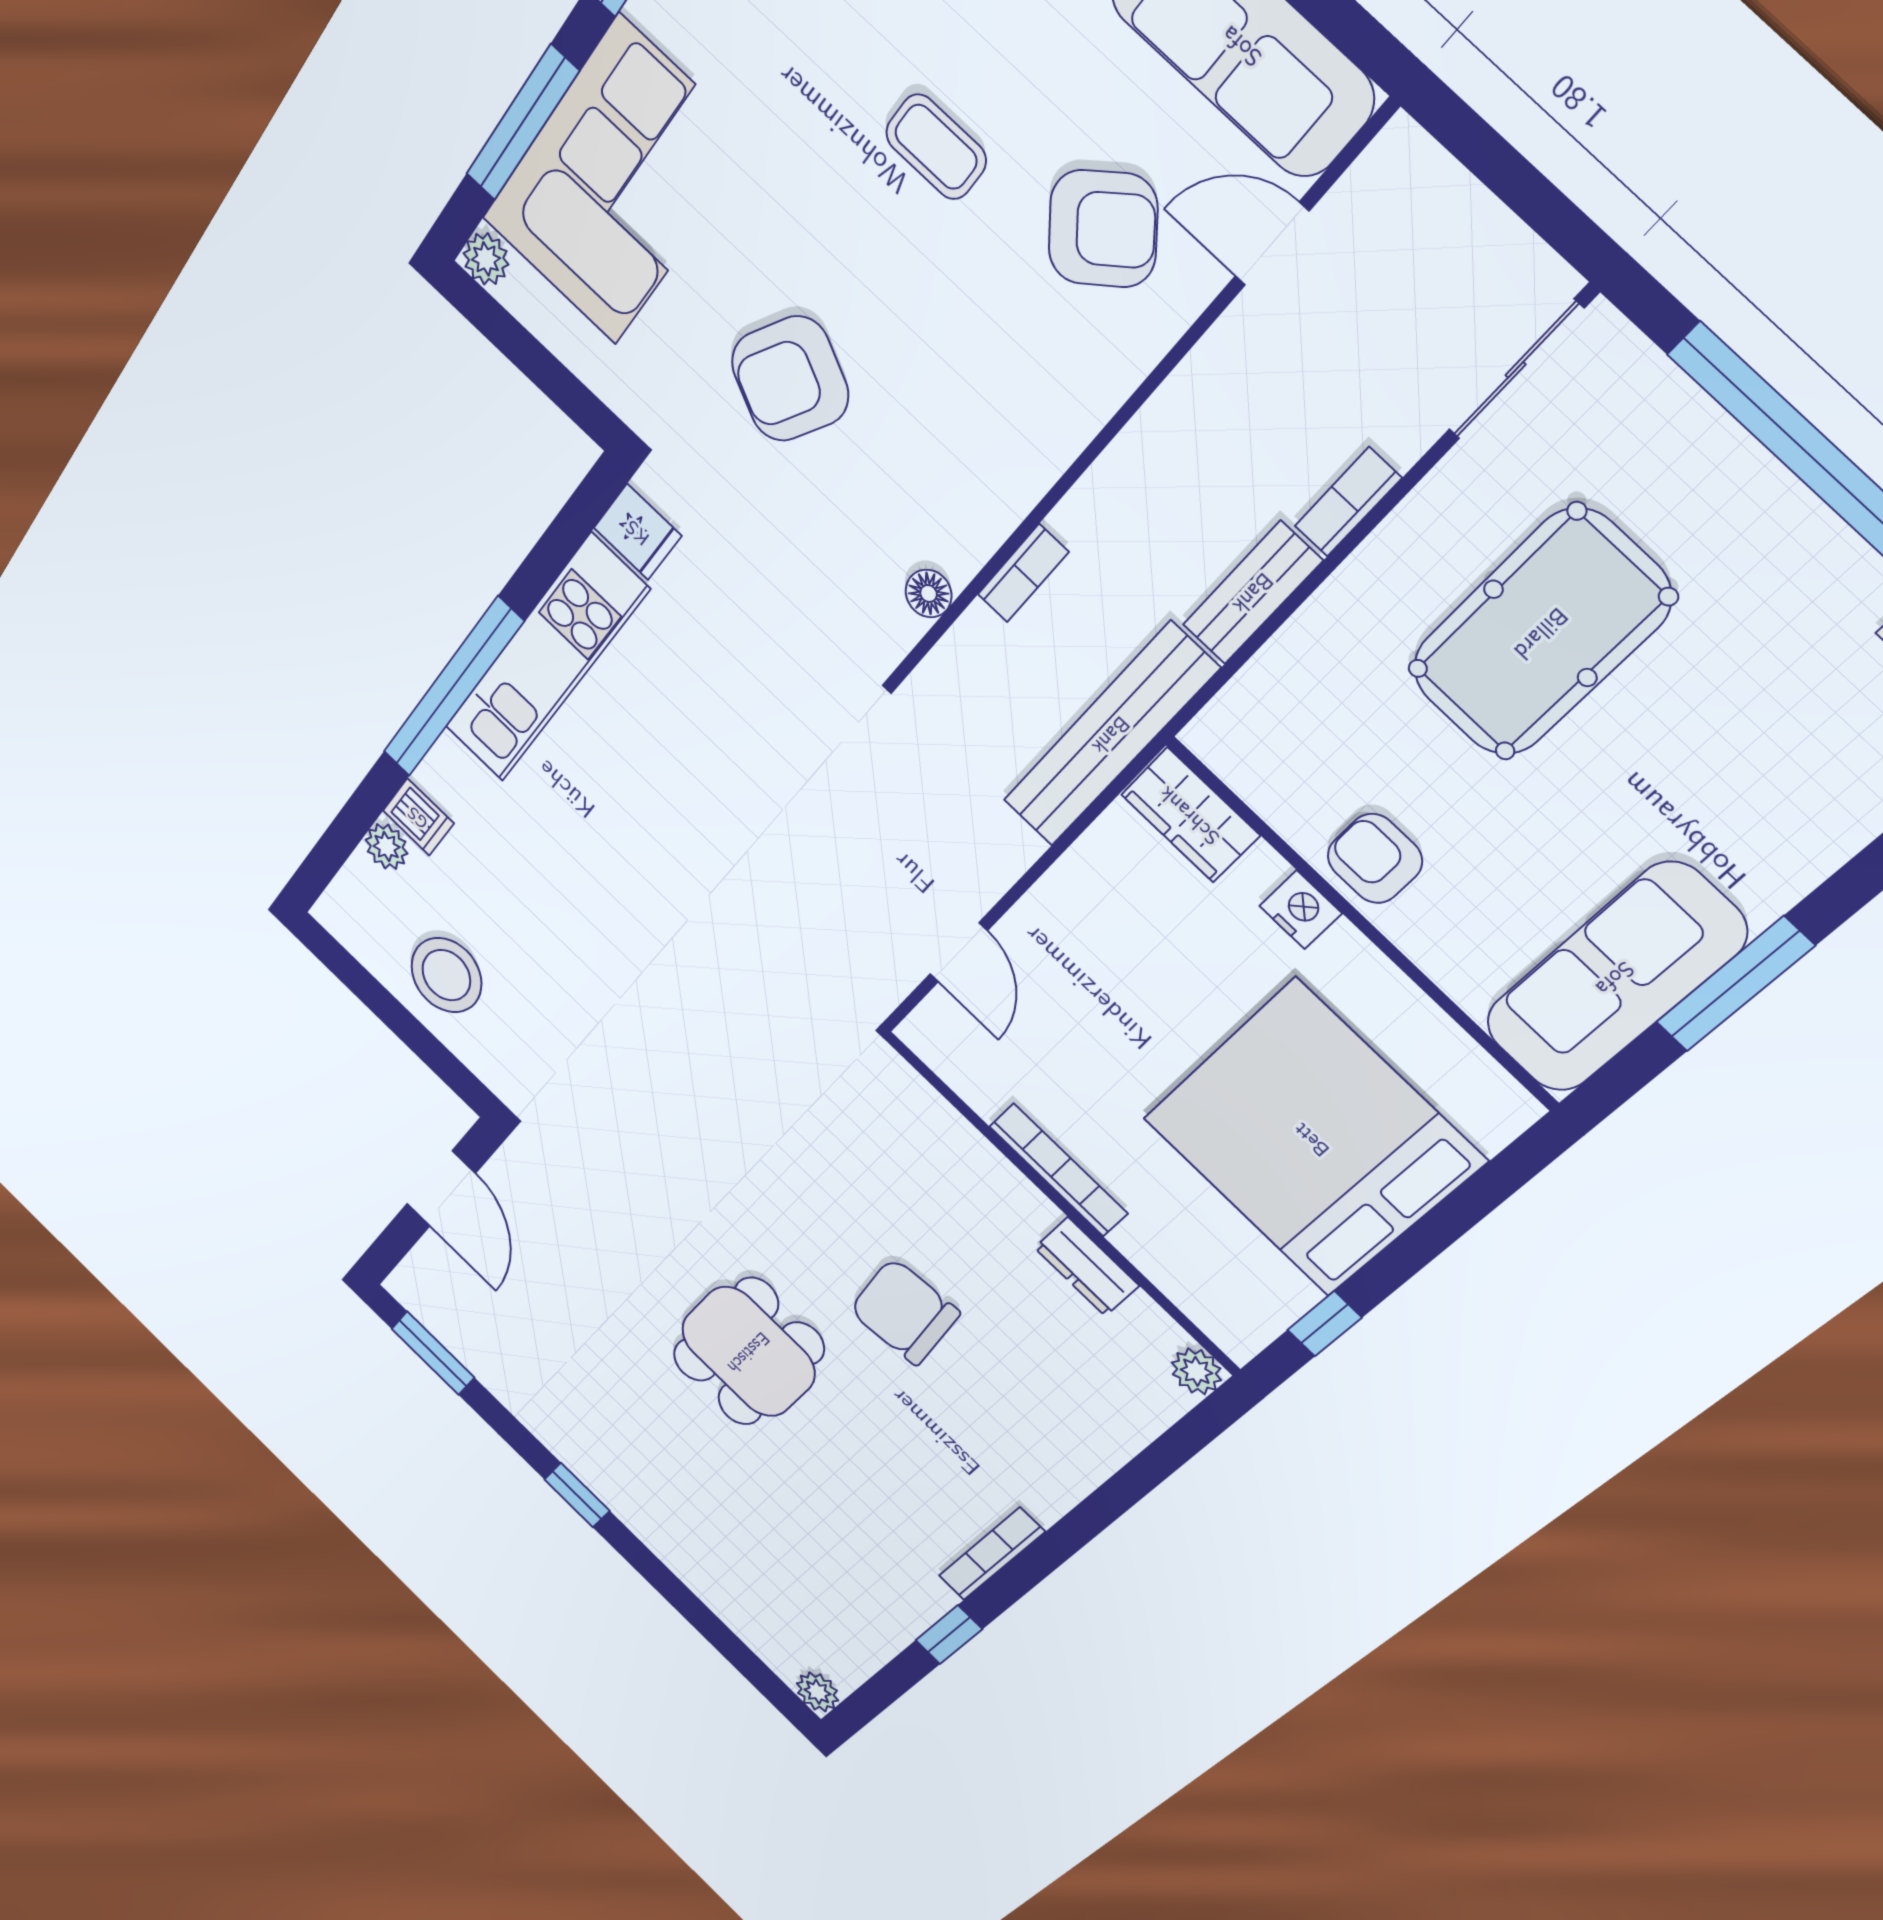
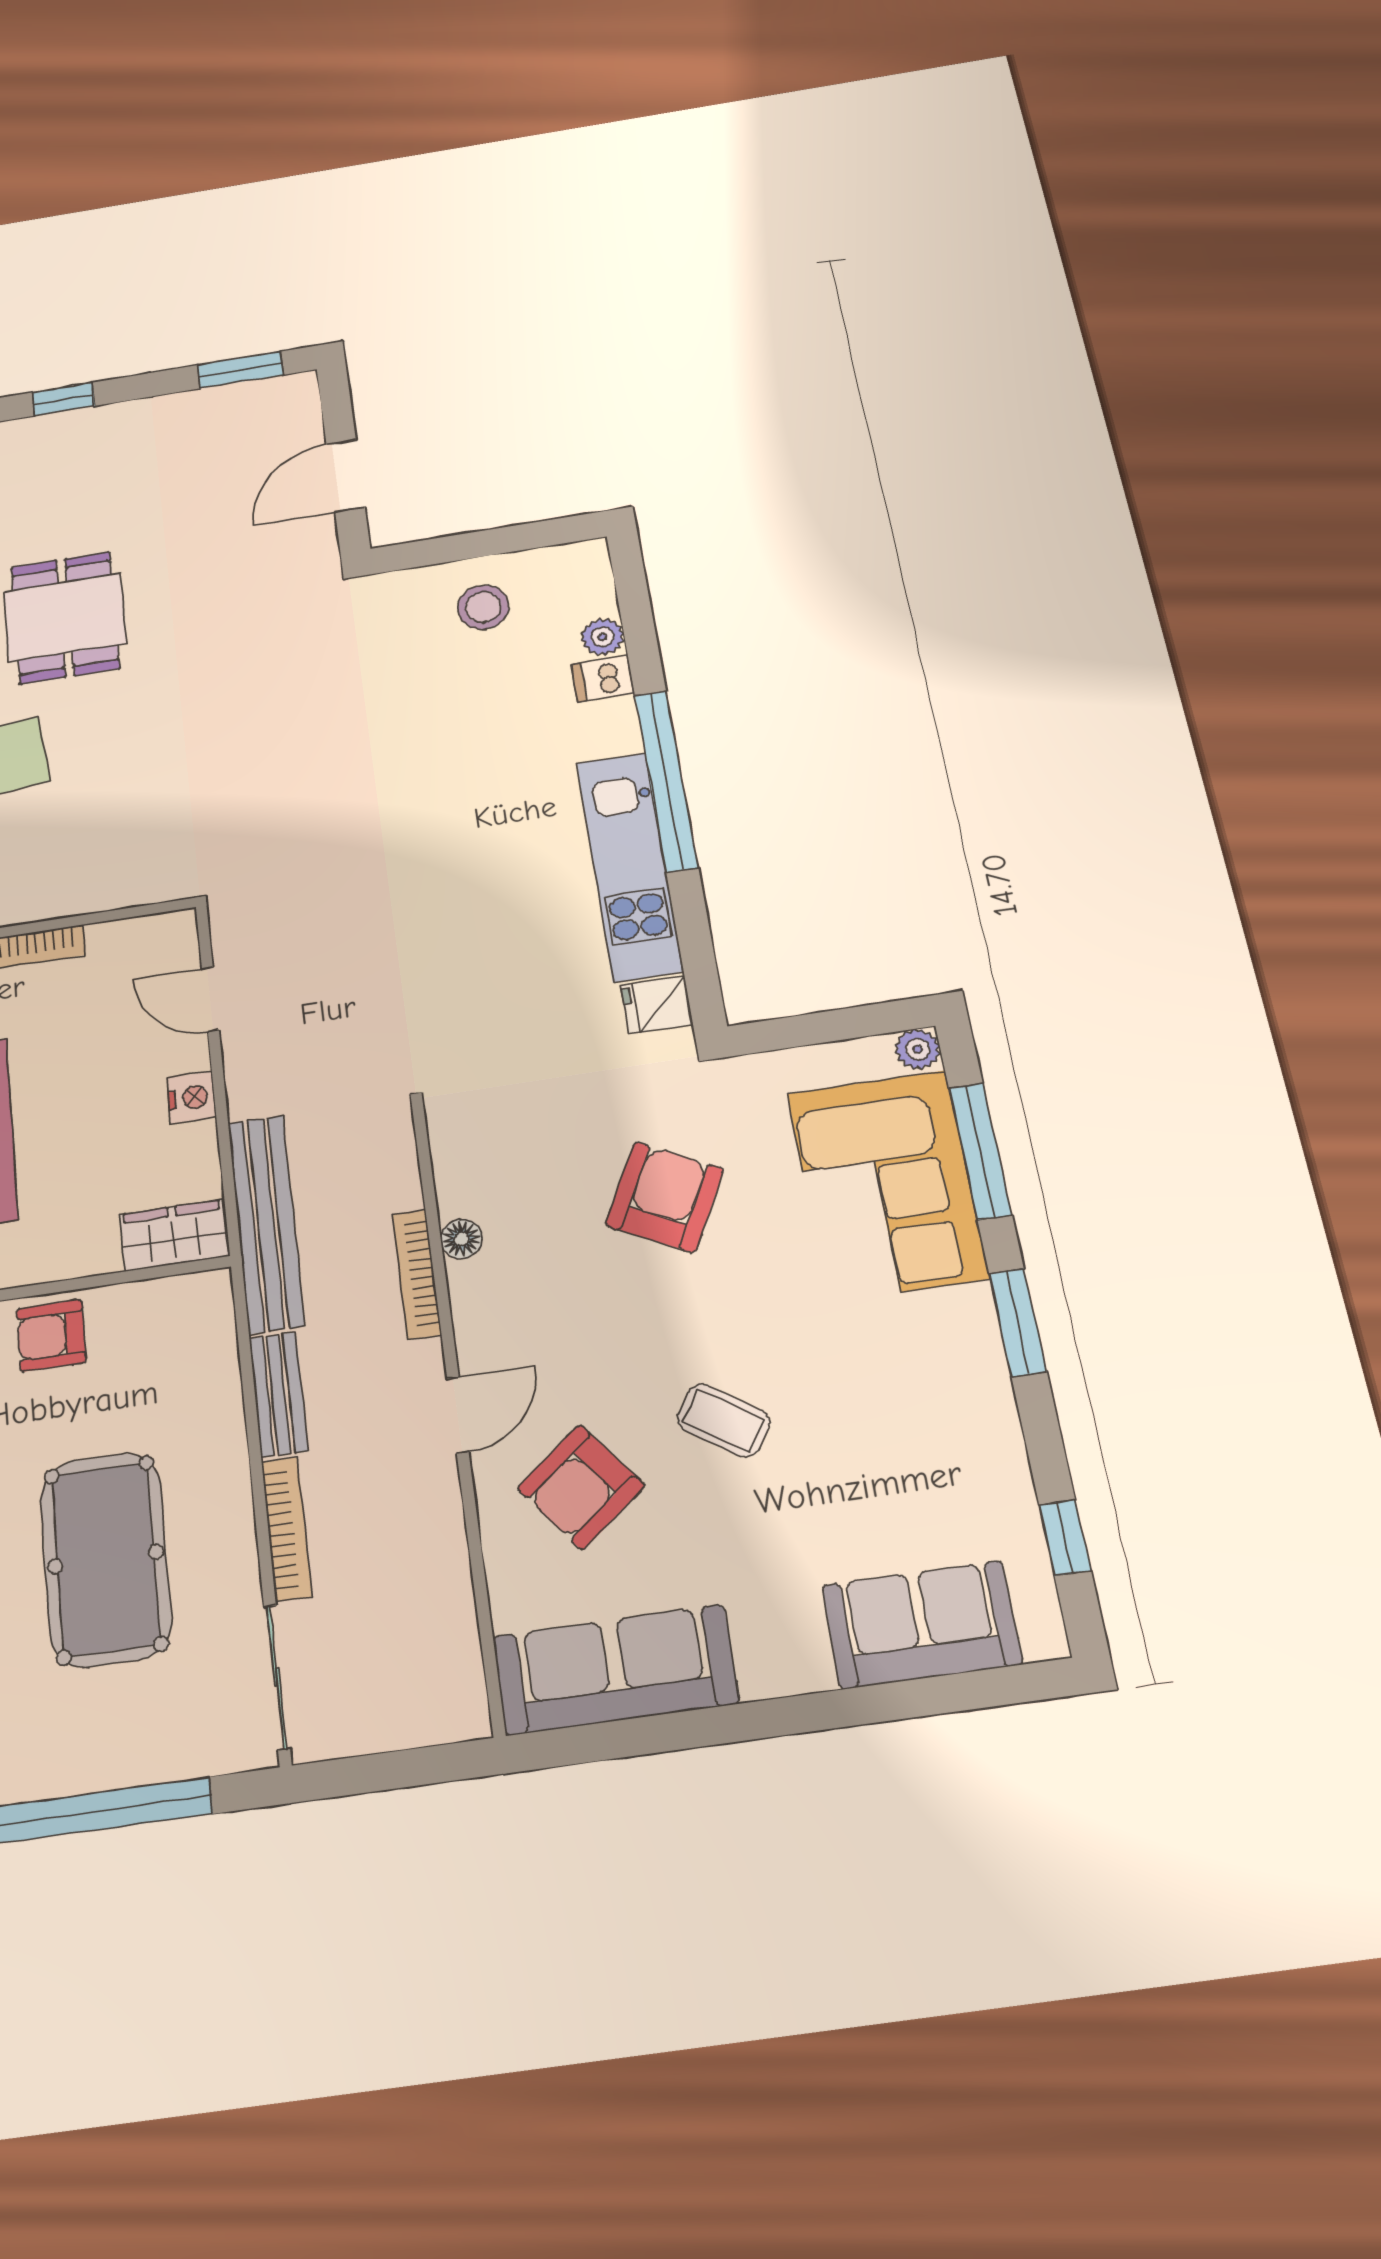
coffee table: (936, 147) -> (724, 1420), turned 34
door: (1272, 244) -> (458, 1415), moved
bookcase: (1348, 502) -> (286, 1529), width x1.56
bookcase: (1023, 573) -> (417, 1274), width x1.56
floor lamp: (929, 594) -> (461, 1239), moved
armchair: (1375, 859) -> (51, 1336), turned 180
nightstand: (1301, 910) -> (191, 1097), moved, turned -90
stool: (446, 975) -> (483, 607), width x0.73, depth x0.73
door: (441, 1189) -> (346, 476), hinge flipped

